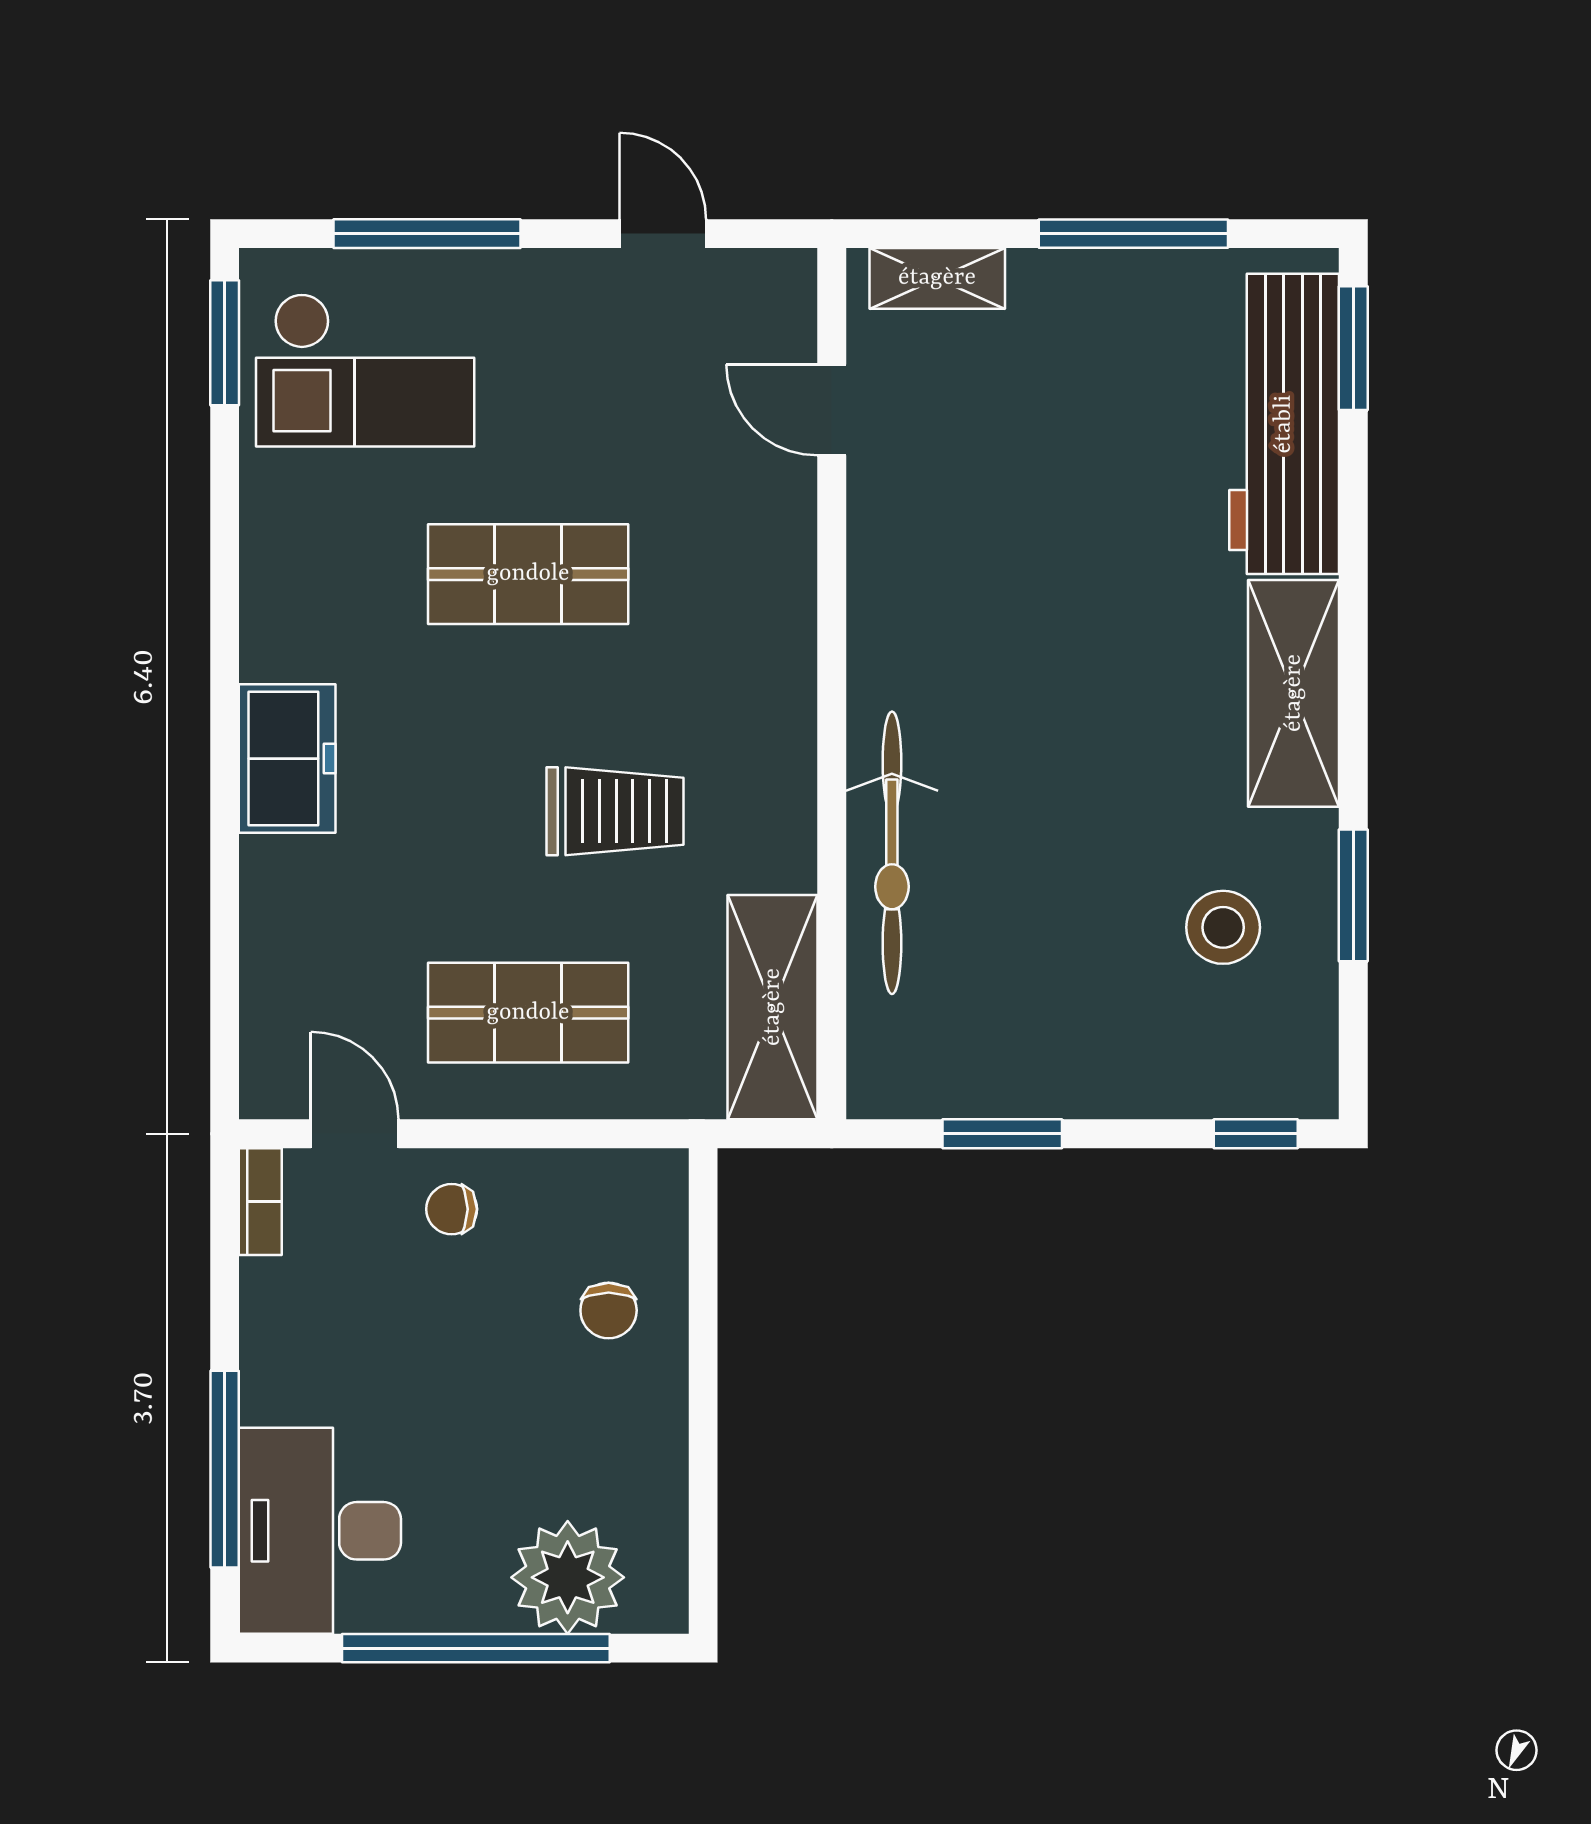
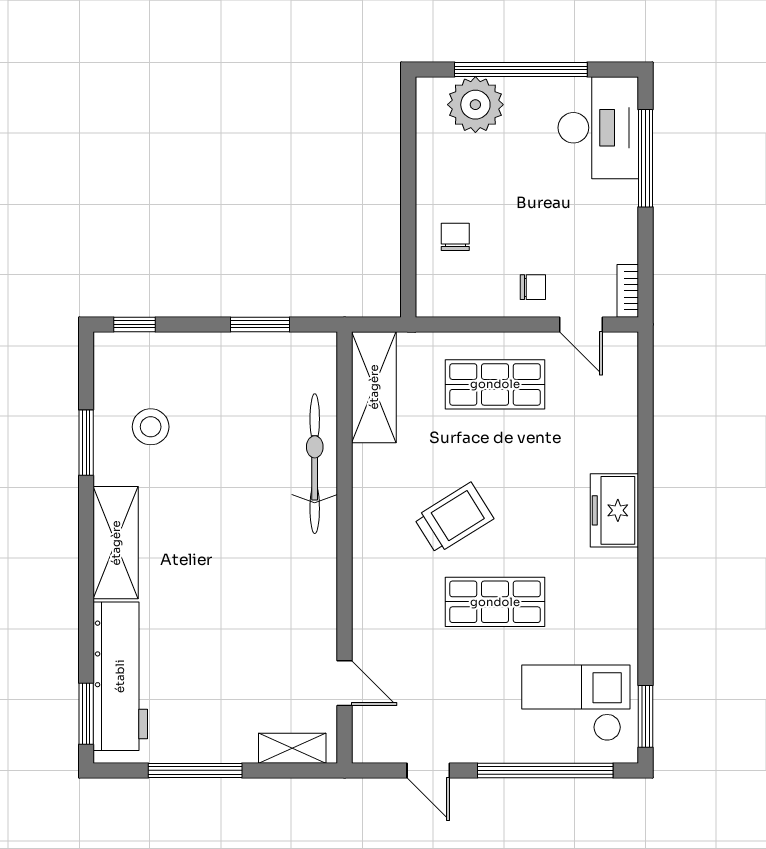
window: (427, 234) -> (545, 770), width x1.46
trolley: (615, 811) -> (454, 518), moved, turned 148

